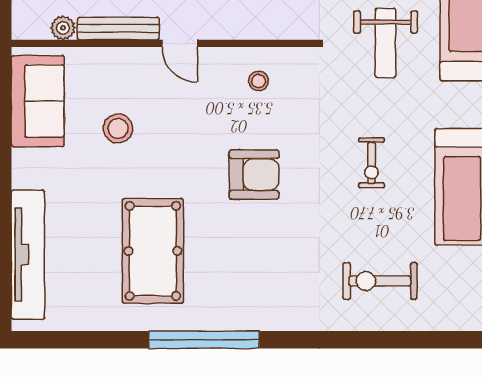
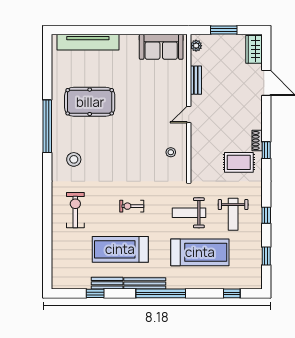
plant: (63, 28) -> (196, 46), moved
bench: (118, 28) -> (196, 80), width x0.73
stool: (118, 128) -> (74, 159), moved
armchair: (254, 175) -> (126, 150), removed

